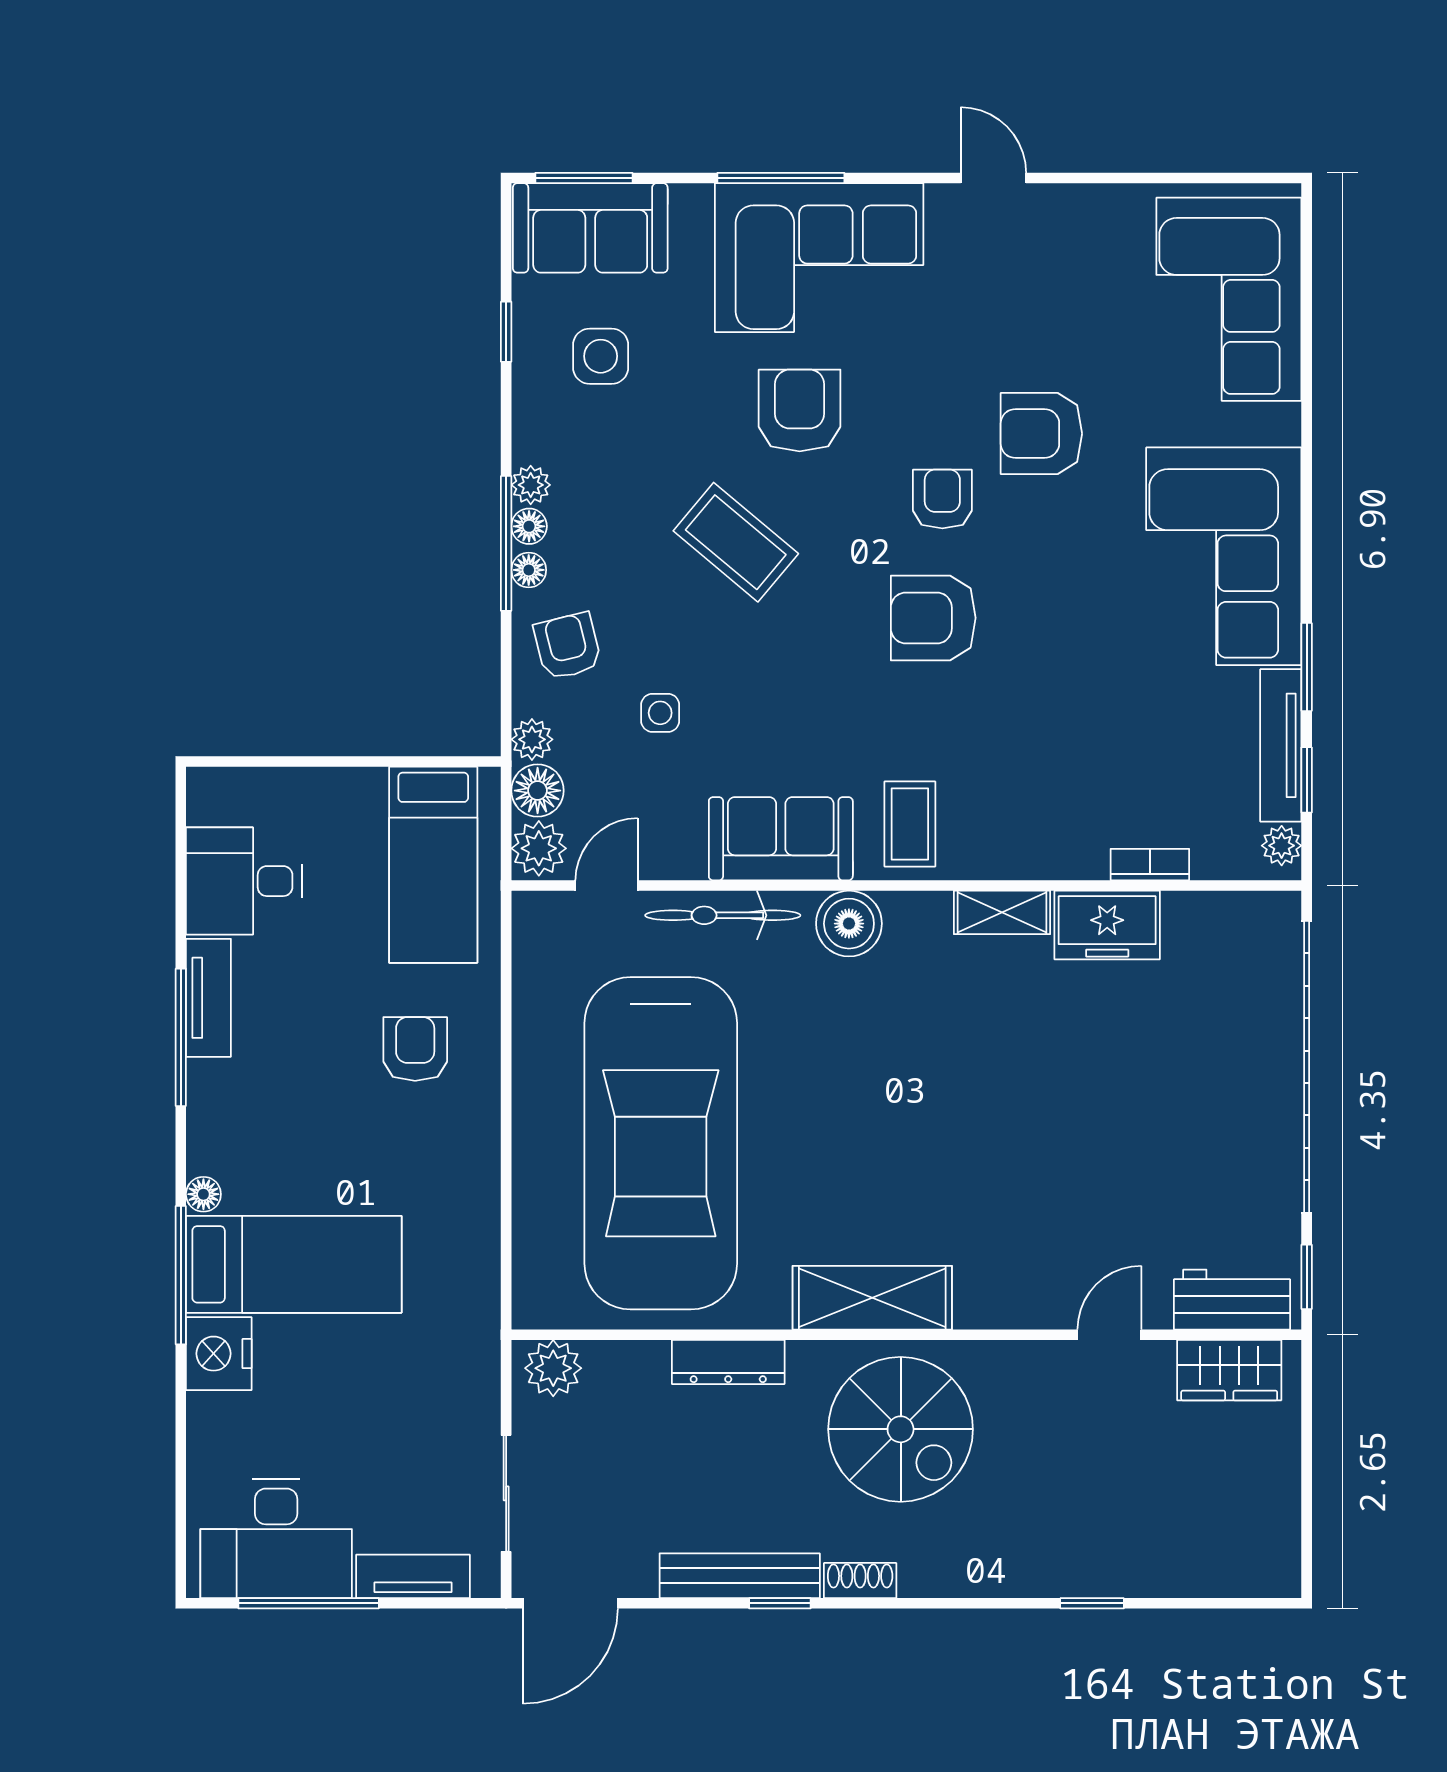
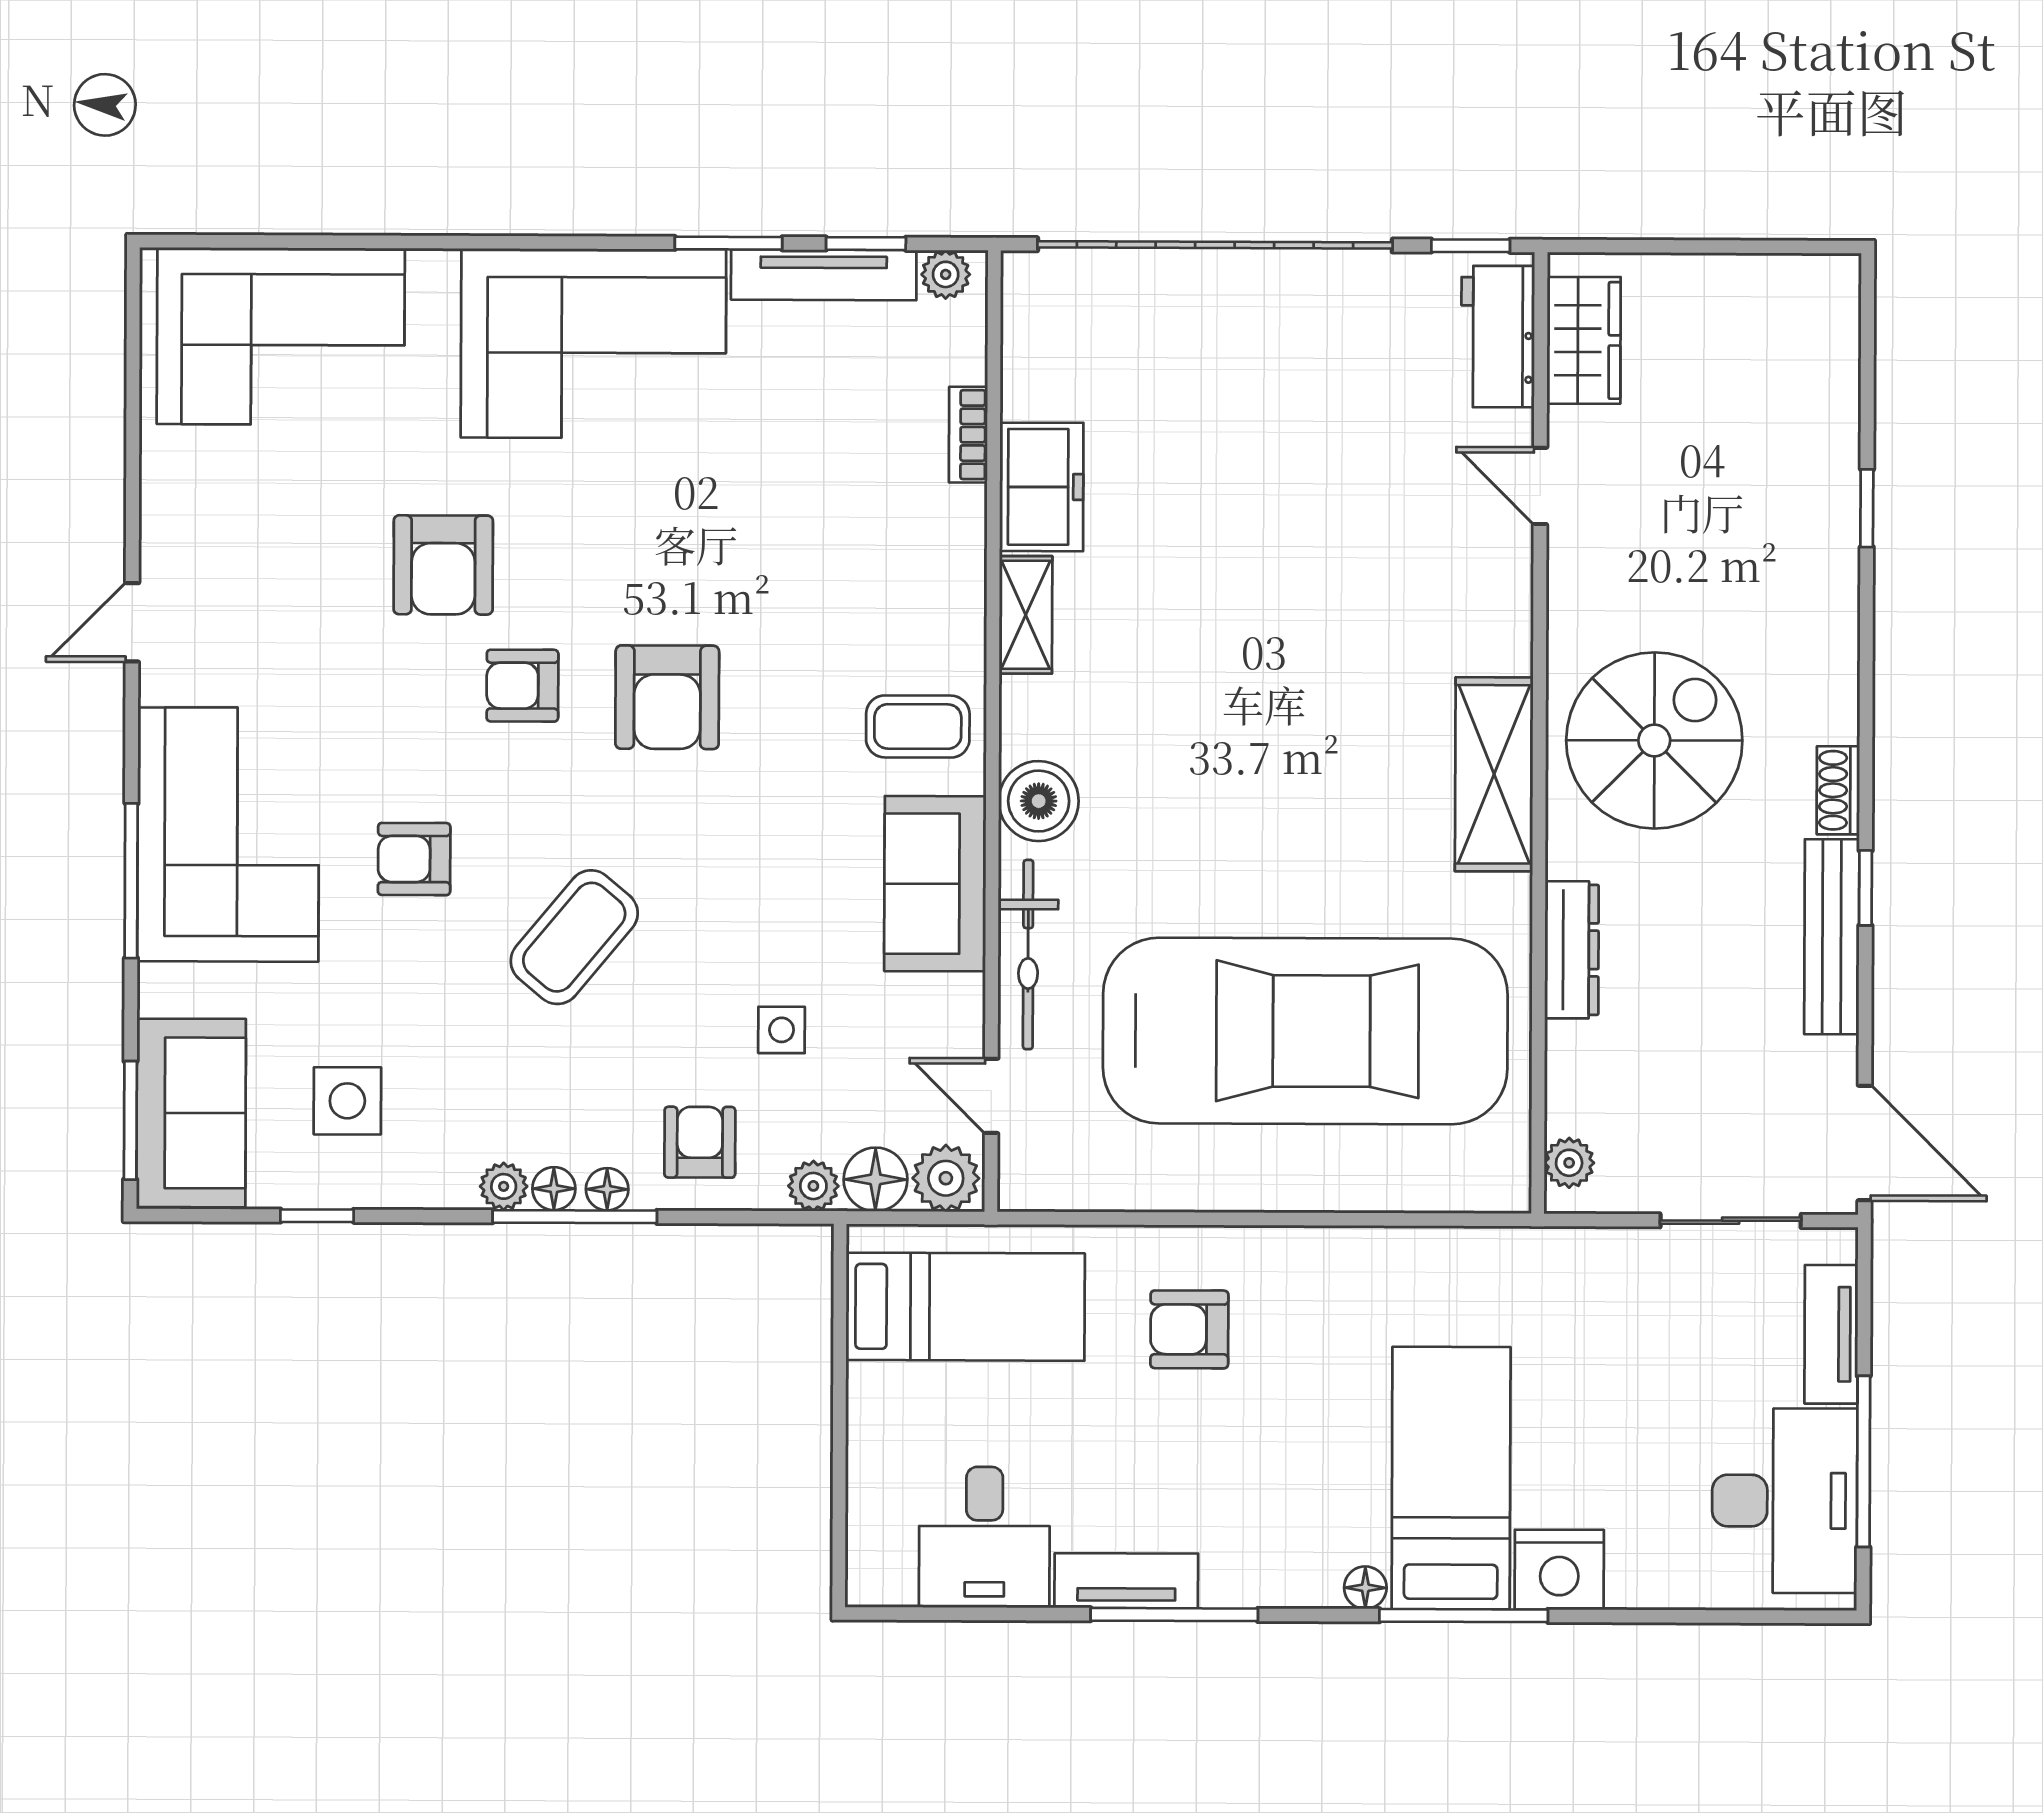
armchair: (800, 410) -> (414, 859), width x0.72, depth x0.72
armchair: (568, 646) -> (700, 1142), turned 104
plant: (553, 1368) -> (1569, 1163), width x0.73, depth x0.73

